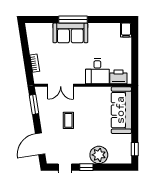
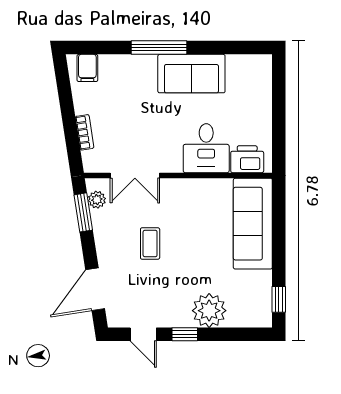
filing cabinet: (126, 30) -> (87, 68), moved
sofa: (70, 33) -> (191, 74), moved
plant: (41, 98) -> (97, 200), added

